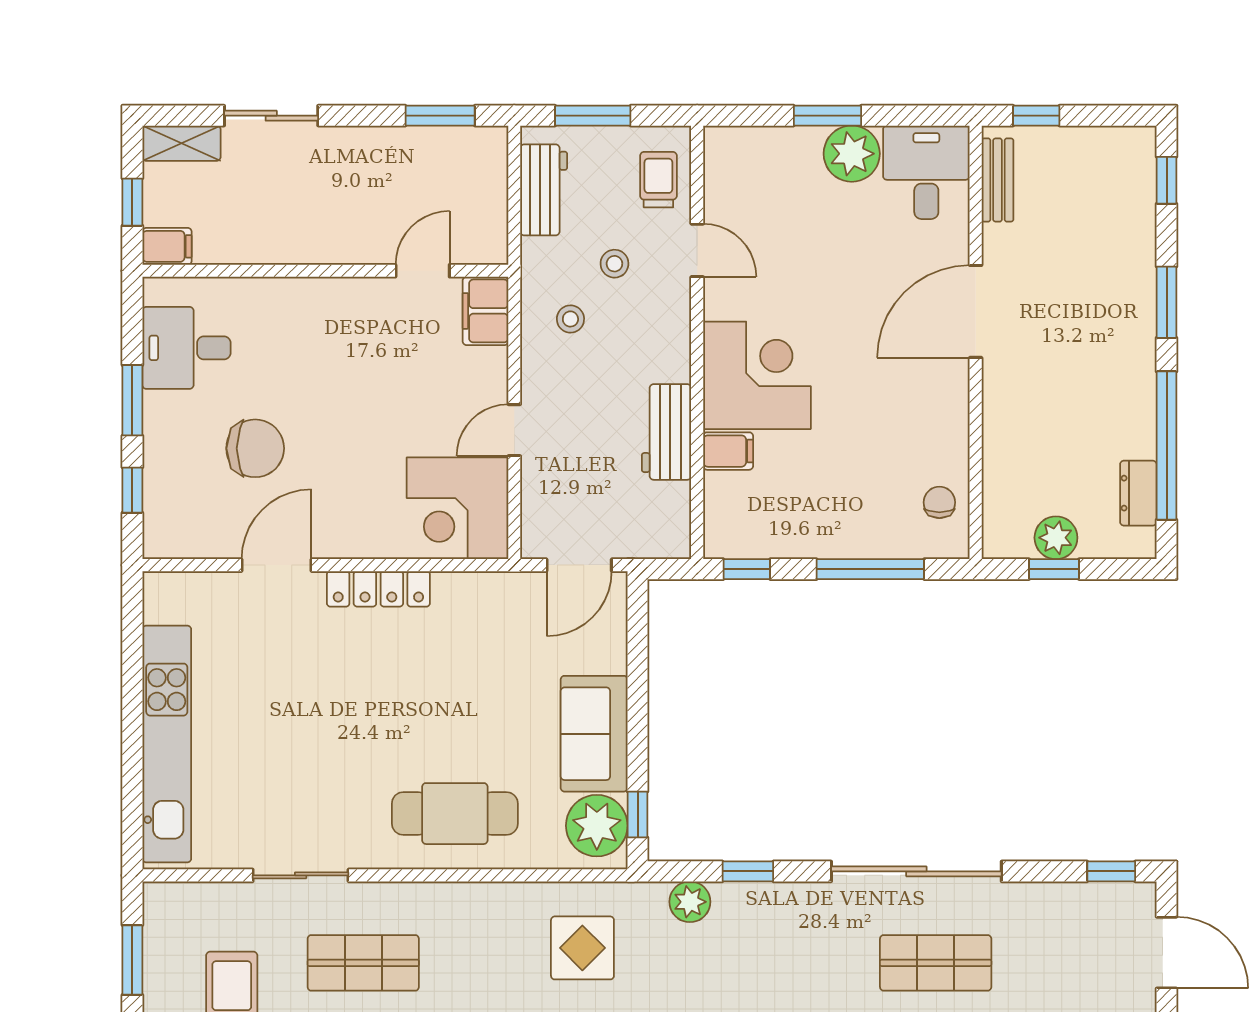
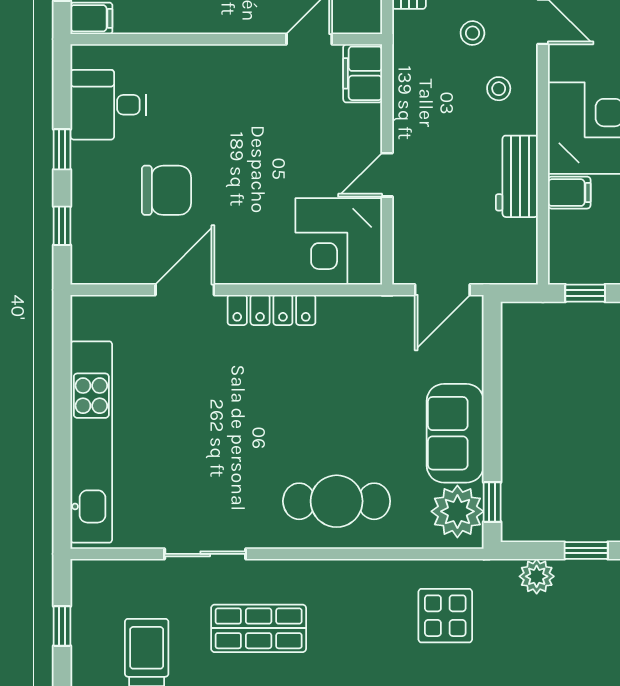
stool: (570, 319) -> (499, 89), moved
window: (132, 400) -> (62, 149), width x0.67
window: (132, 960) -> (62, 626), width x0.67

